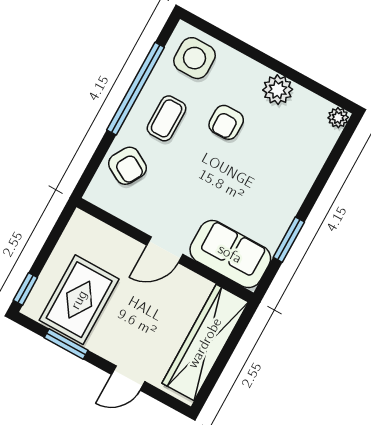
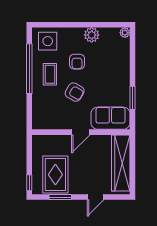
armchair: (127, 166) -> (75, 92), moved

